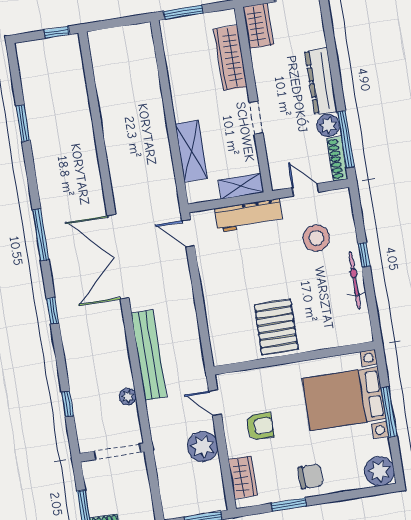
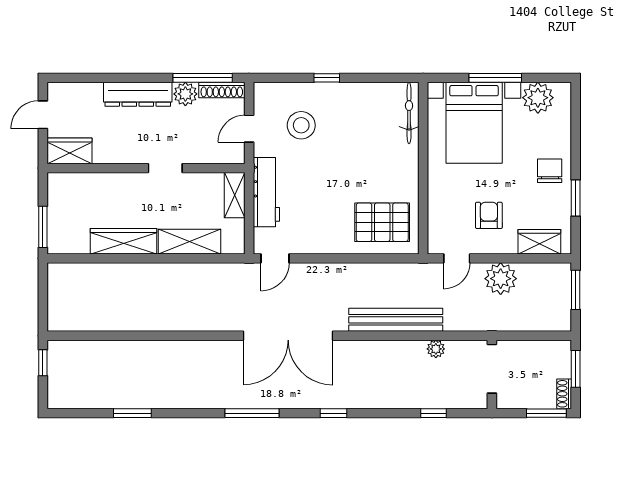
wardrobe: (230, 58) -> (123, 241), moved, turned 180
bicycle: (355, 280) -> (409, 113), moved, turned 90
pallet: (276, 327) -> (382, 222), moved
plant: (379, 471) -> (538, 98), moved

